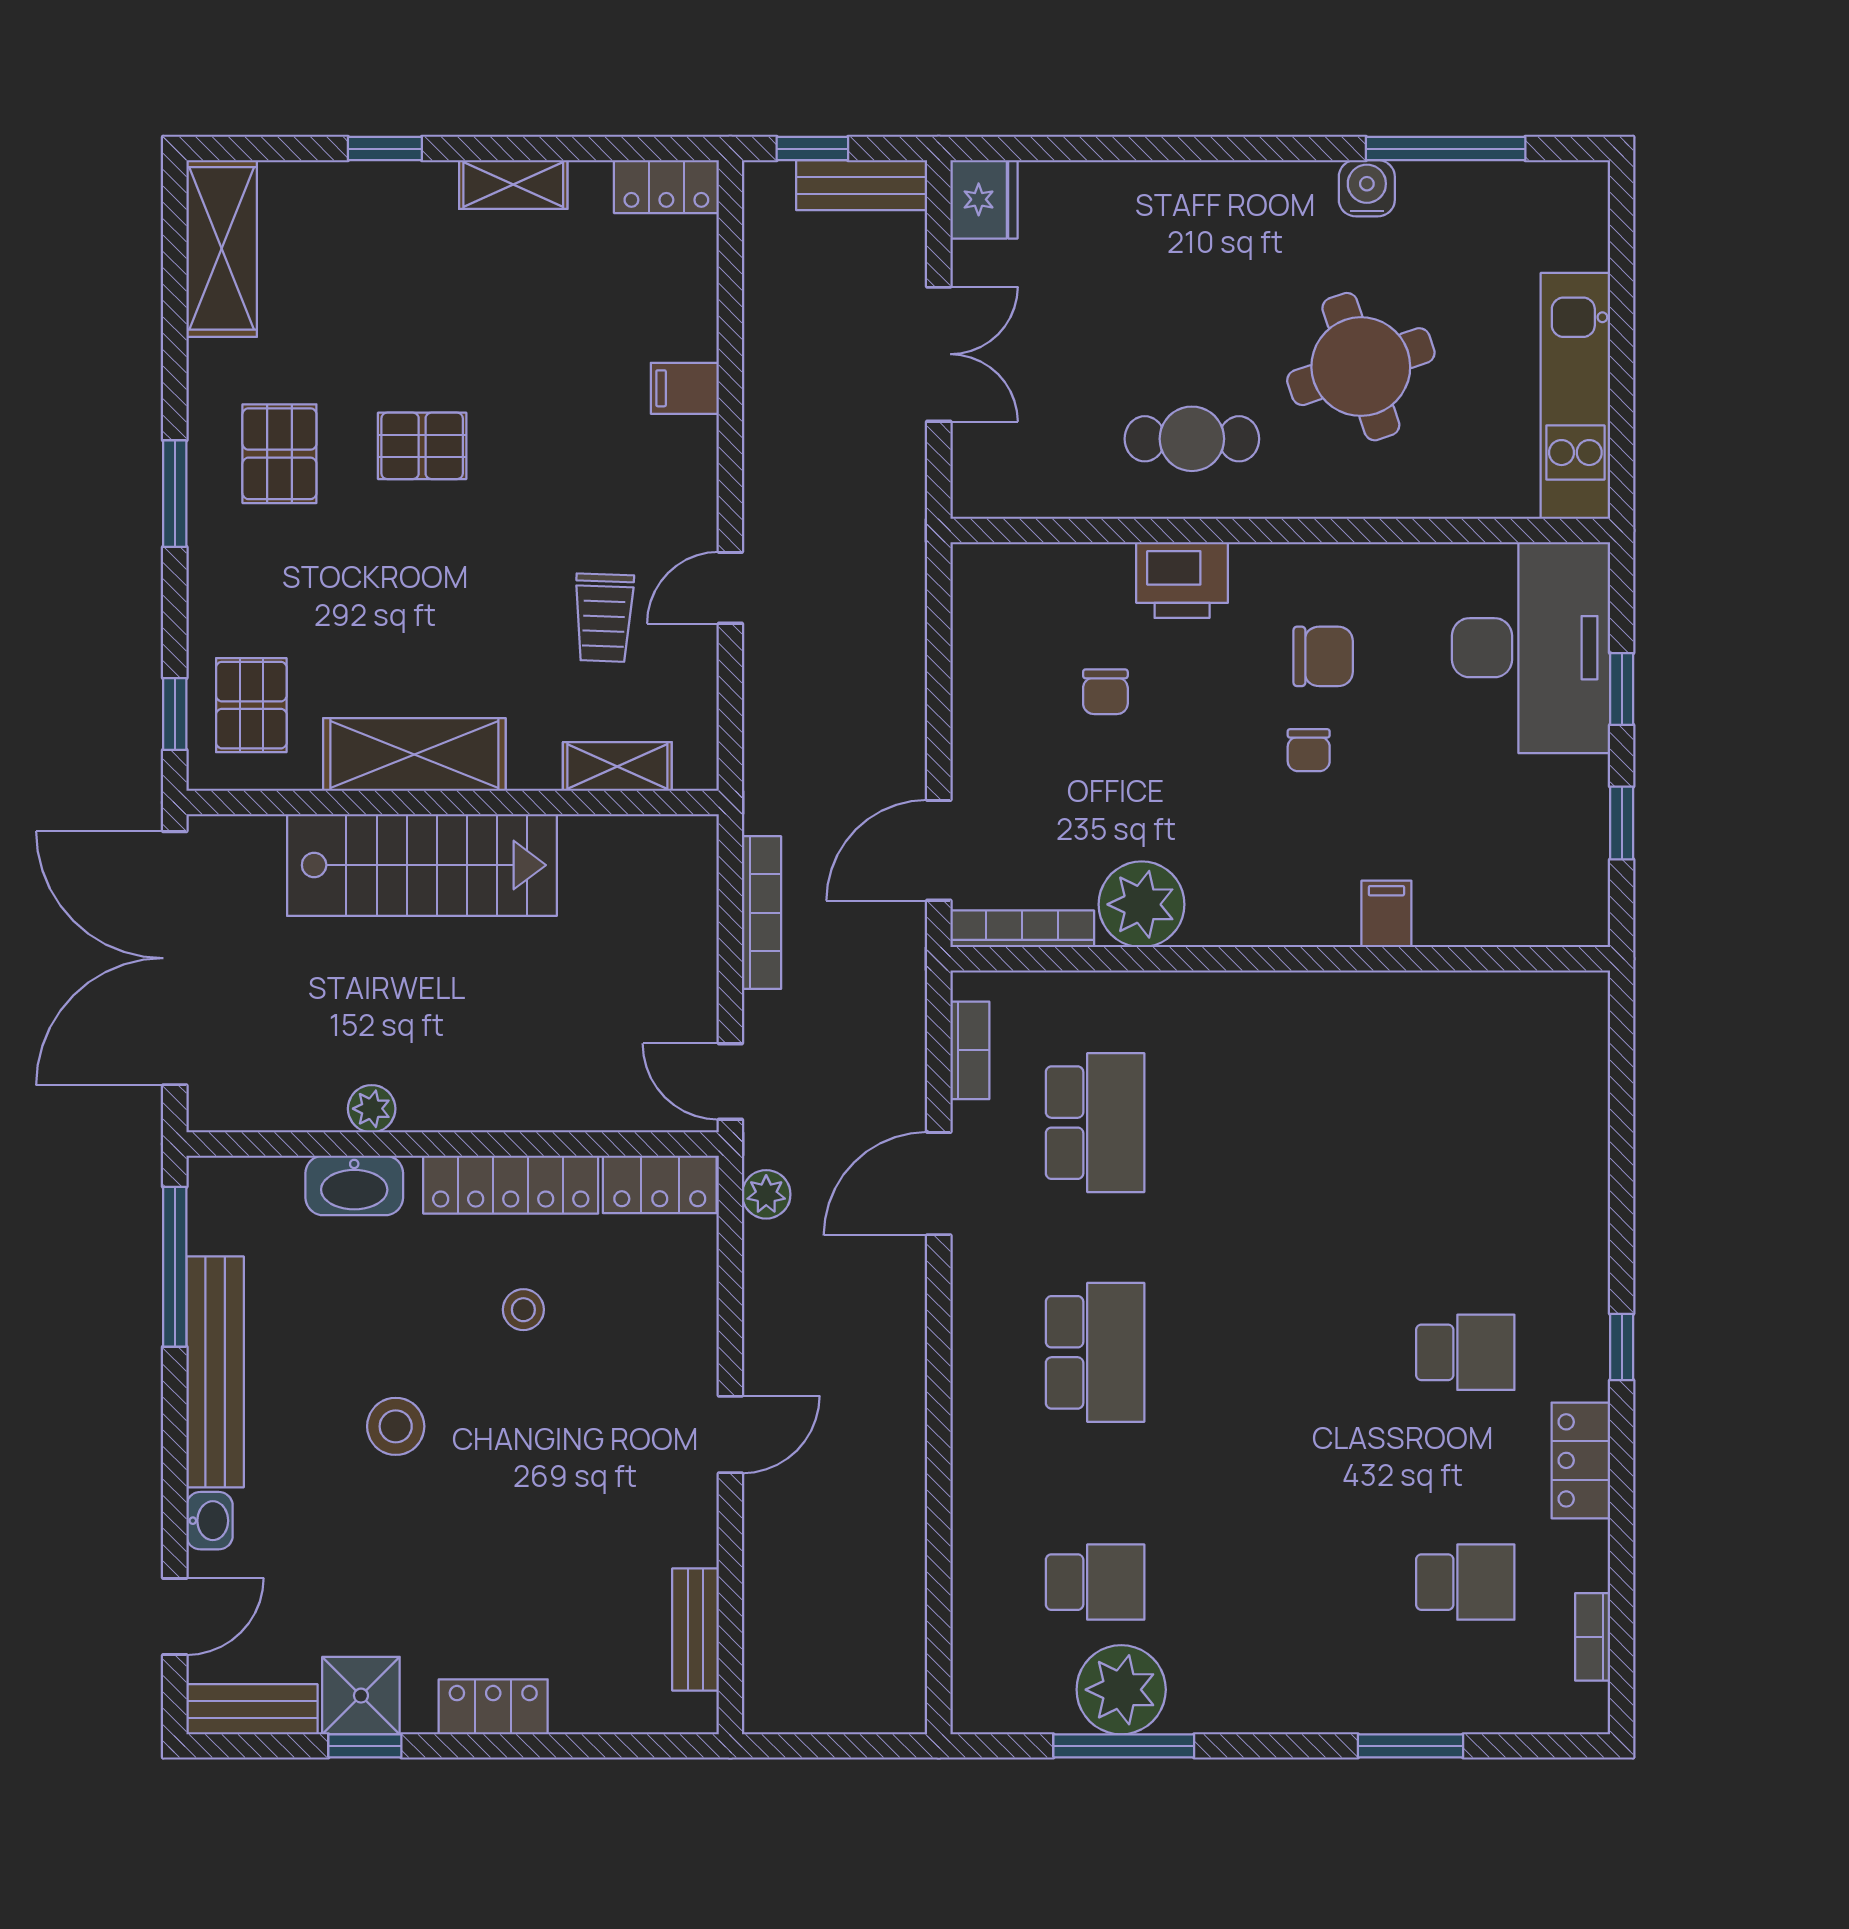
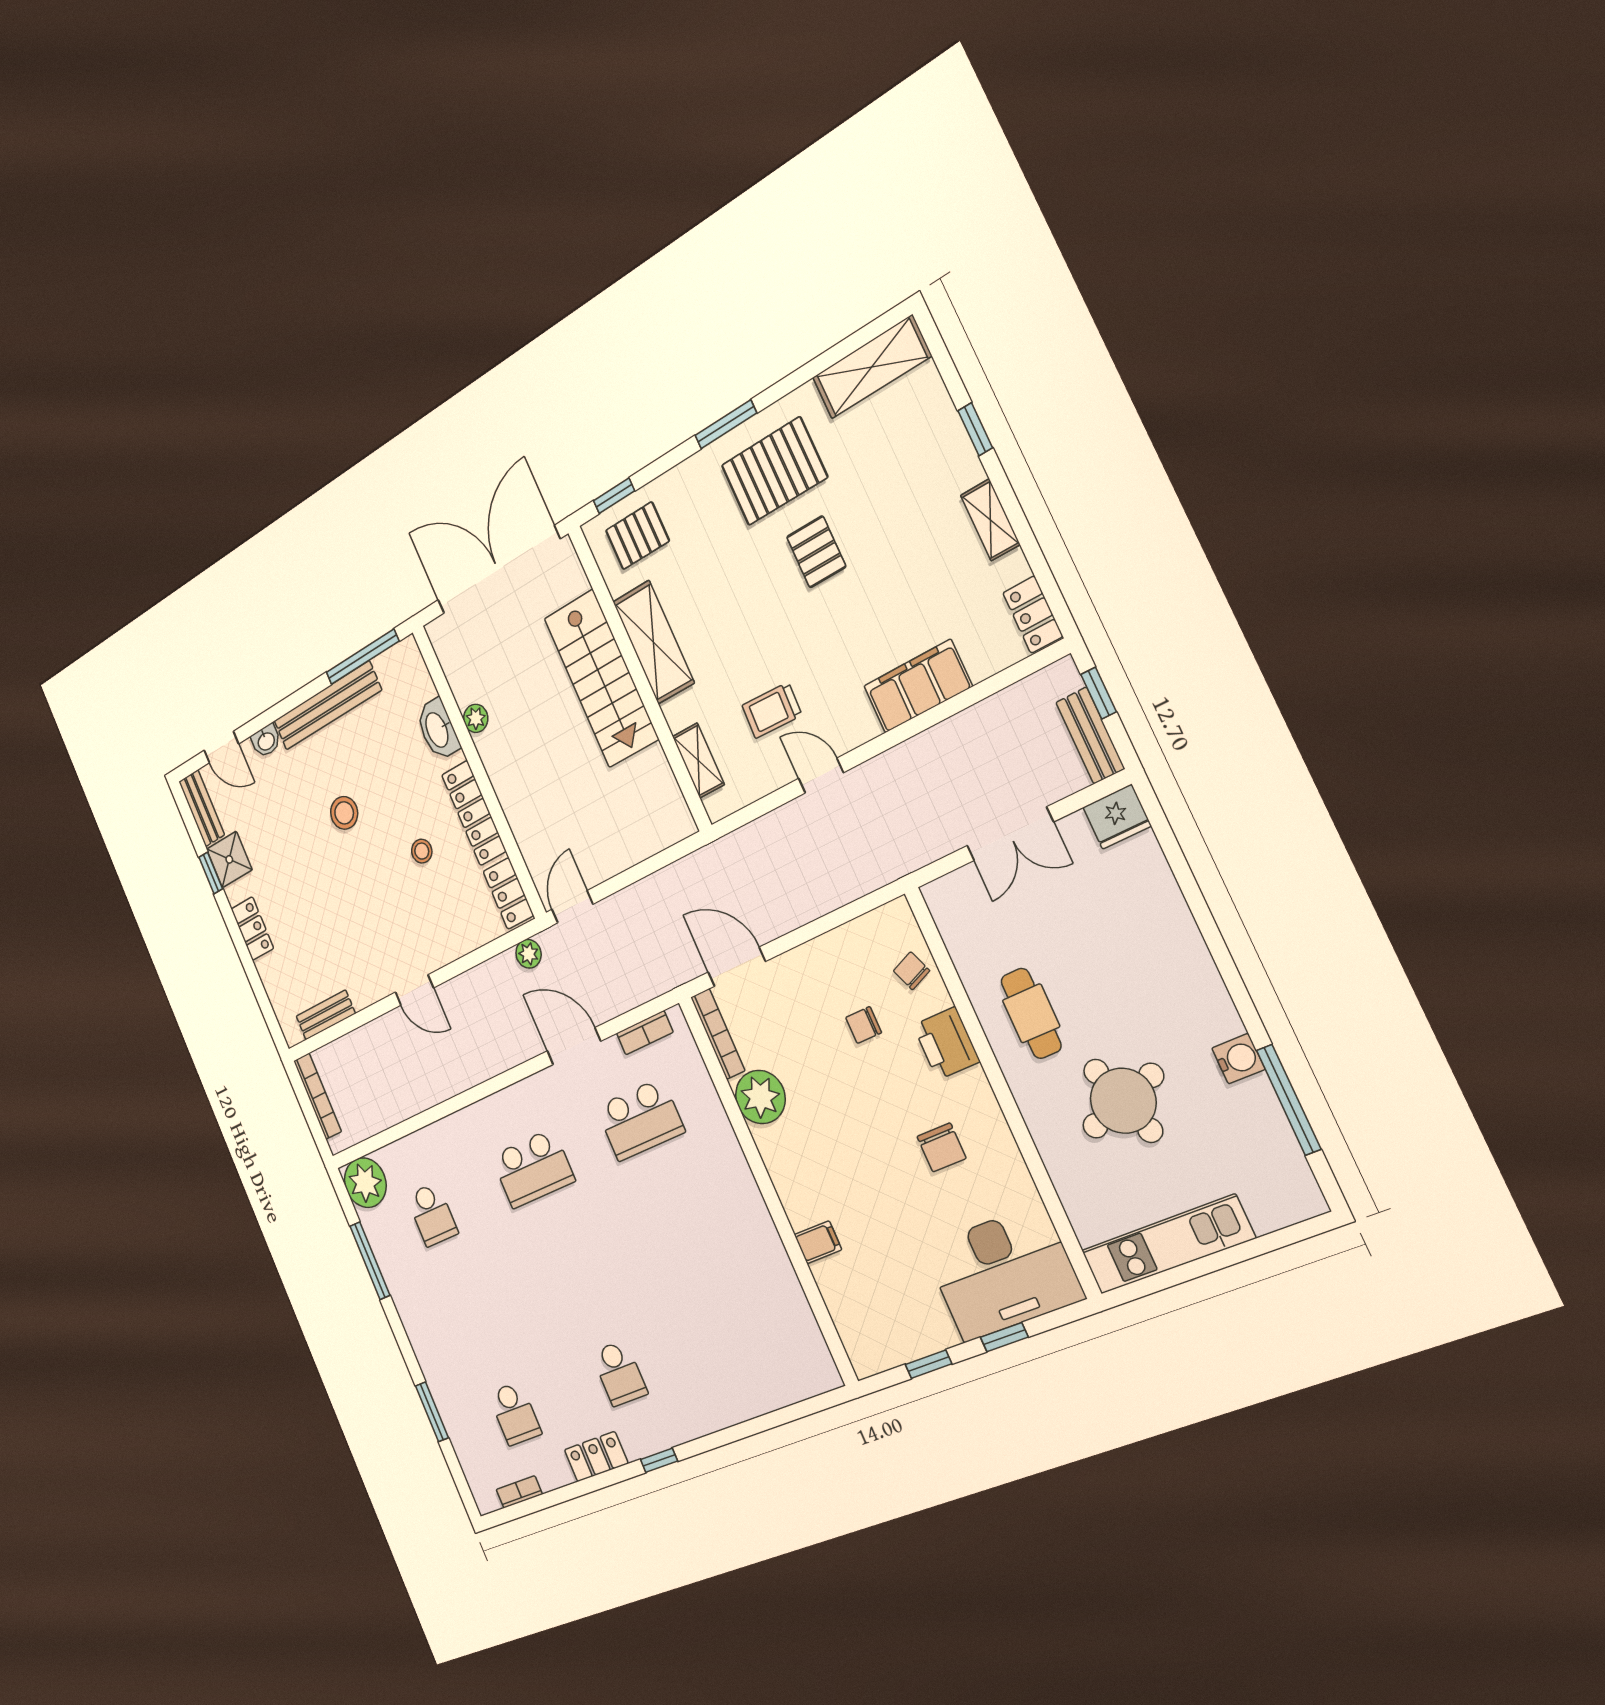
filing cabinet: (685, 388) -> (918, 686), width x3.00, depth x1.17
pallet: (279, 454) -> (774, 471), width x1.50, depth x1.42
chair: (1309, 750) -> (912, 971), moved, turned 68
bookcase: (761, 913) -> (317, 1096), moved, turned -90
plant: (1121, 1690) -> (365, 1183), moved

